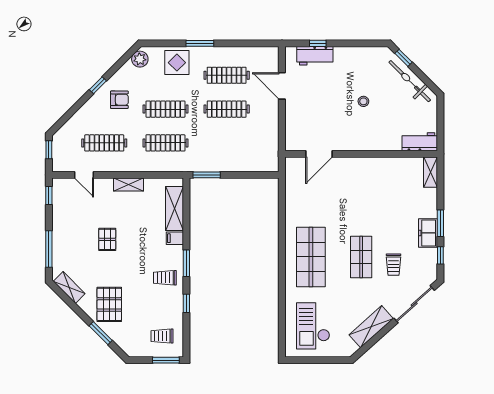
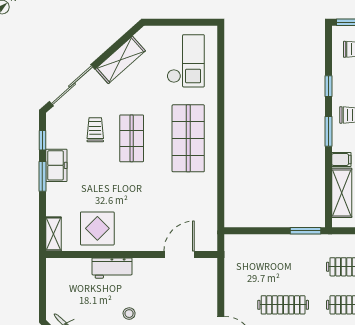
workbench: (420, 142) -> (112, 268), moved
display table: (392, 177) -> (97, 228), added

